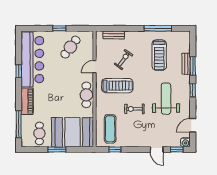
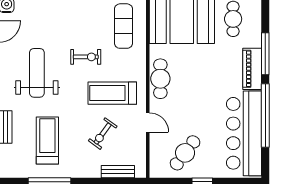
door: (94, 67) -> (148, 122), hinge flipped
window: (19, 71) -> (265, 116), width x3.17
weight bench: (166, 99) -> (37, 73), turned 180
window: (19, 124) -> (265, 54), moved

